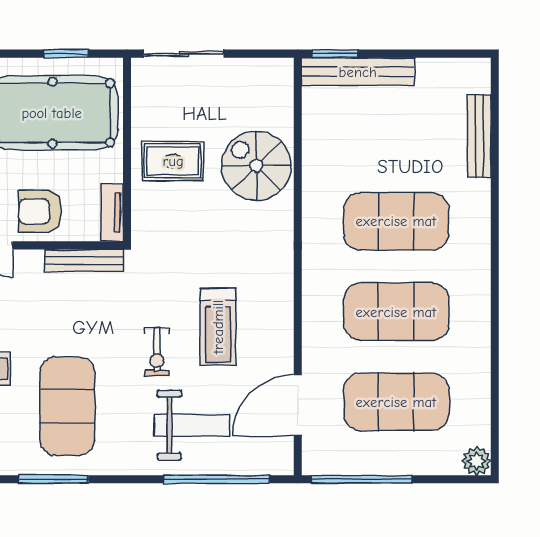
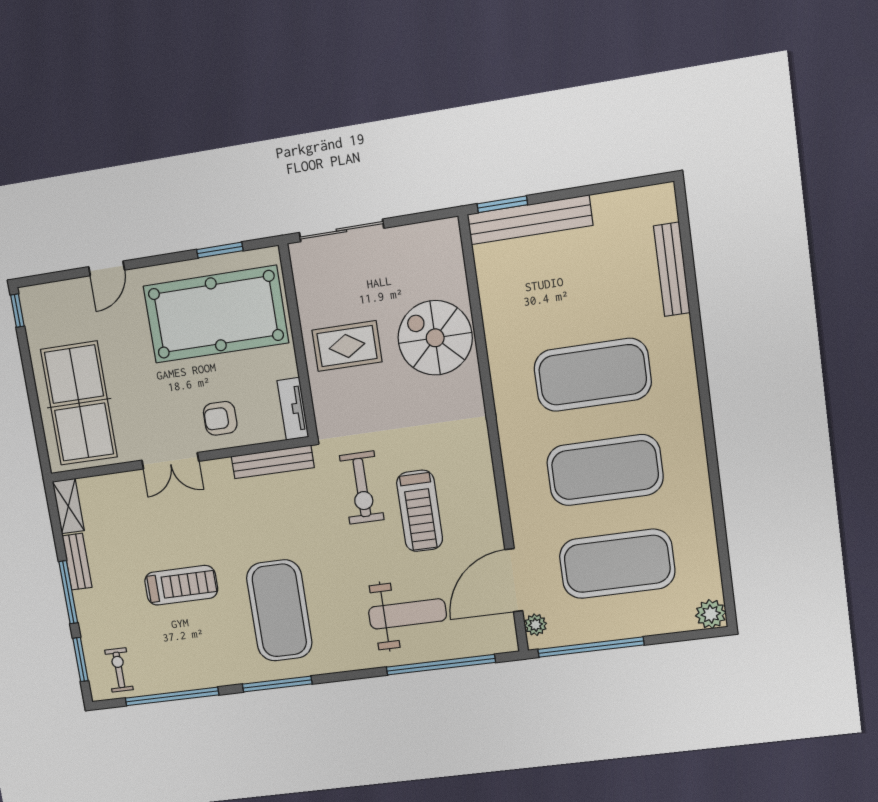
armchair: (40, 212) -> (220, 418), width x0.72, depth x0.72
exercise bike: (157, 352) -> (362, 488), moved, width x1.38, depth x1.39
plant: (312, 451) -> (536, 625), added

